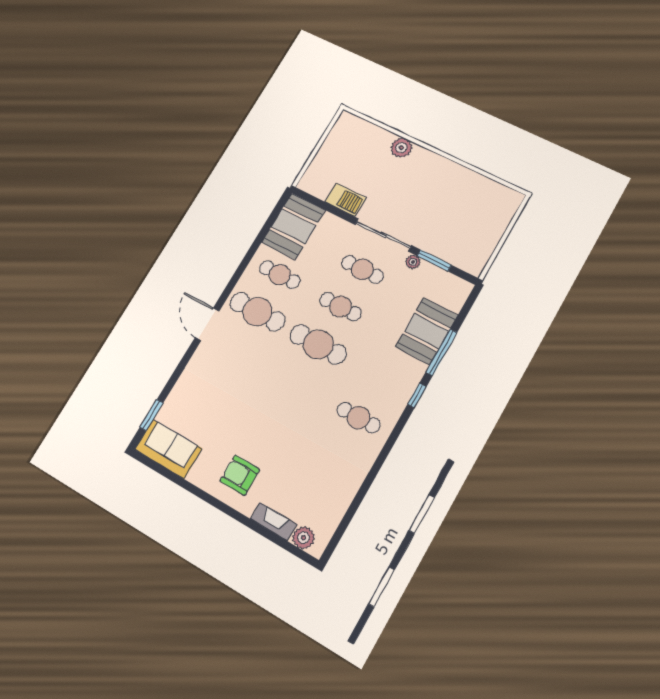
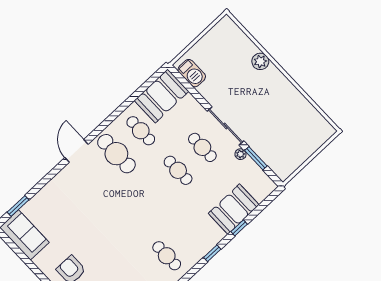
barbecue: (345, 200) -> (192, 73), moved
cafe table: (318, 344) -> (154, 193), removed
window: (441, 352) -> (239, 228), width x0.46

